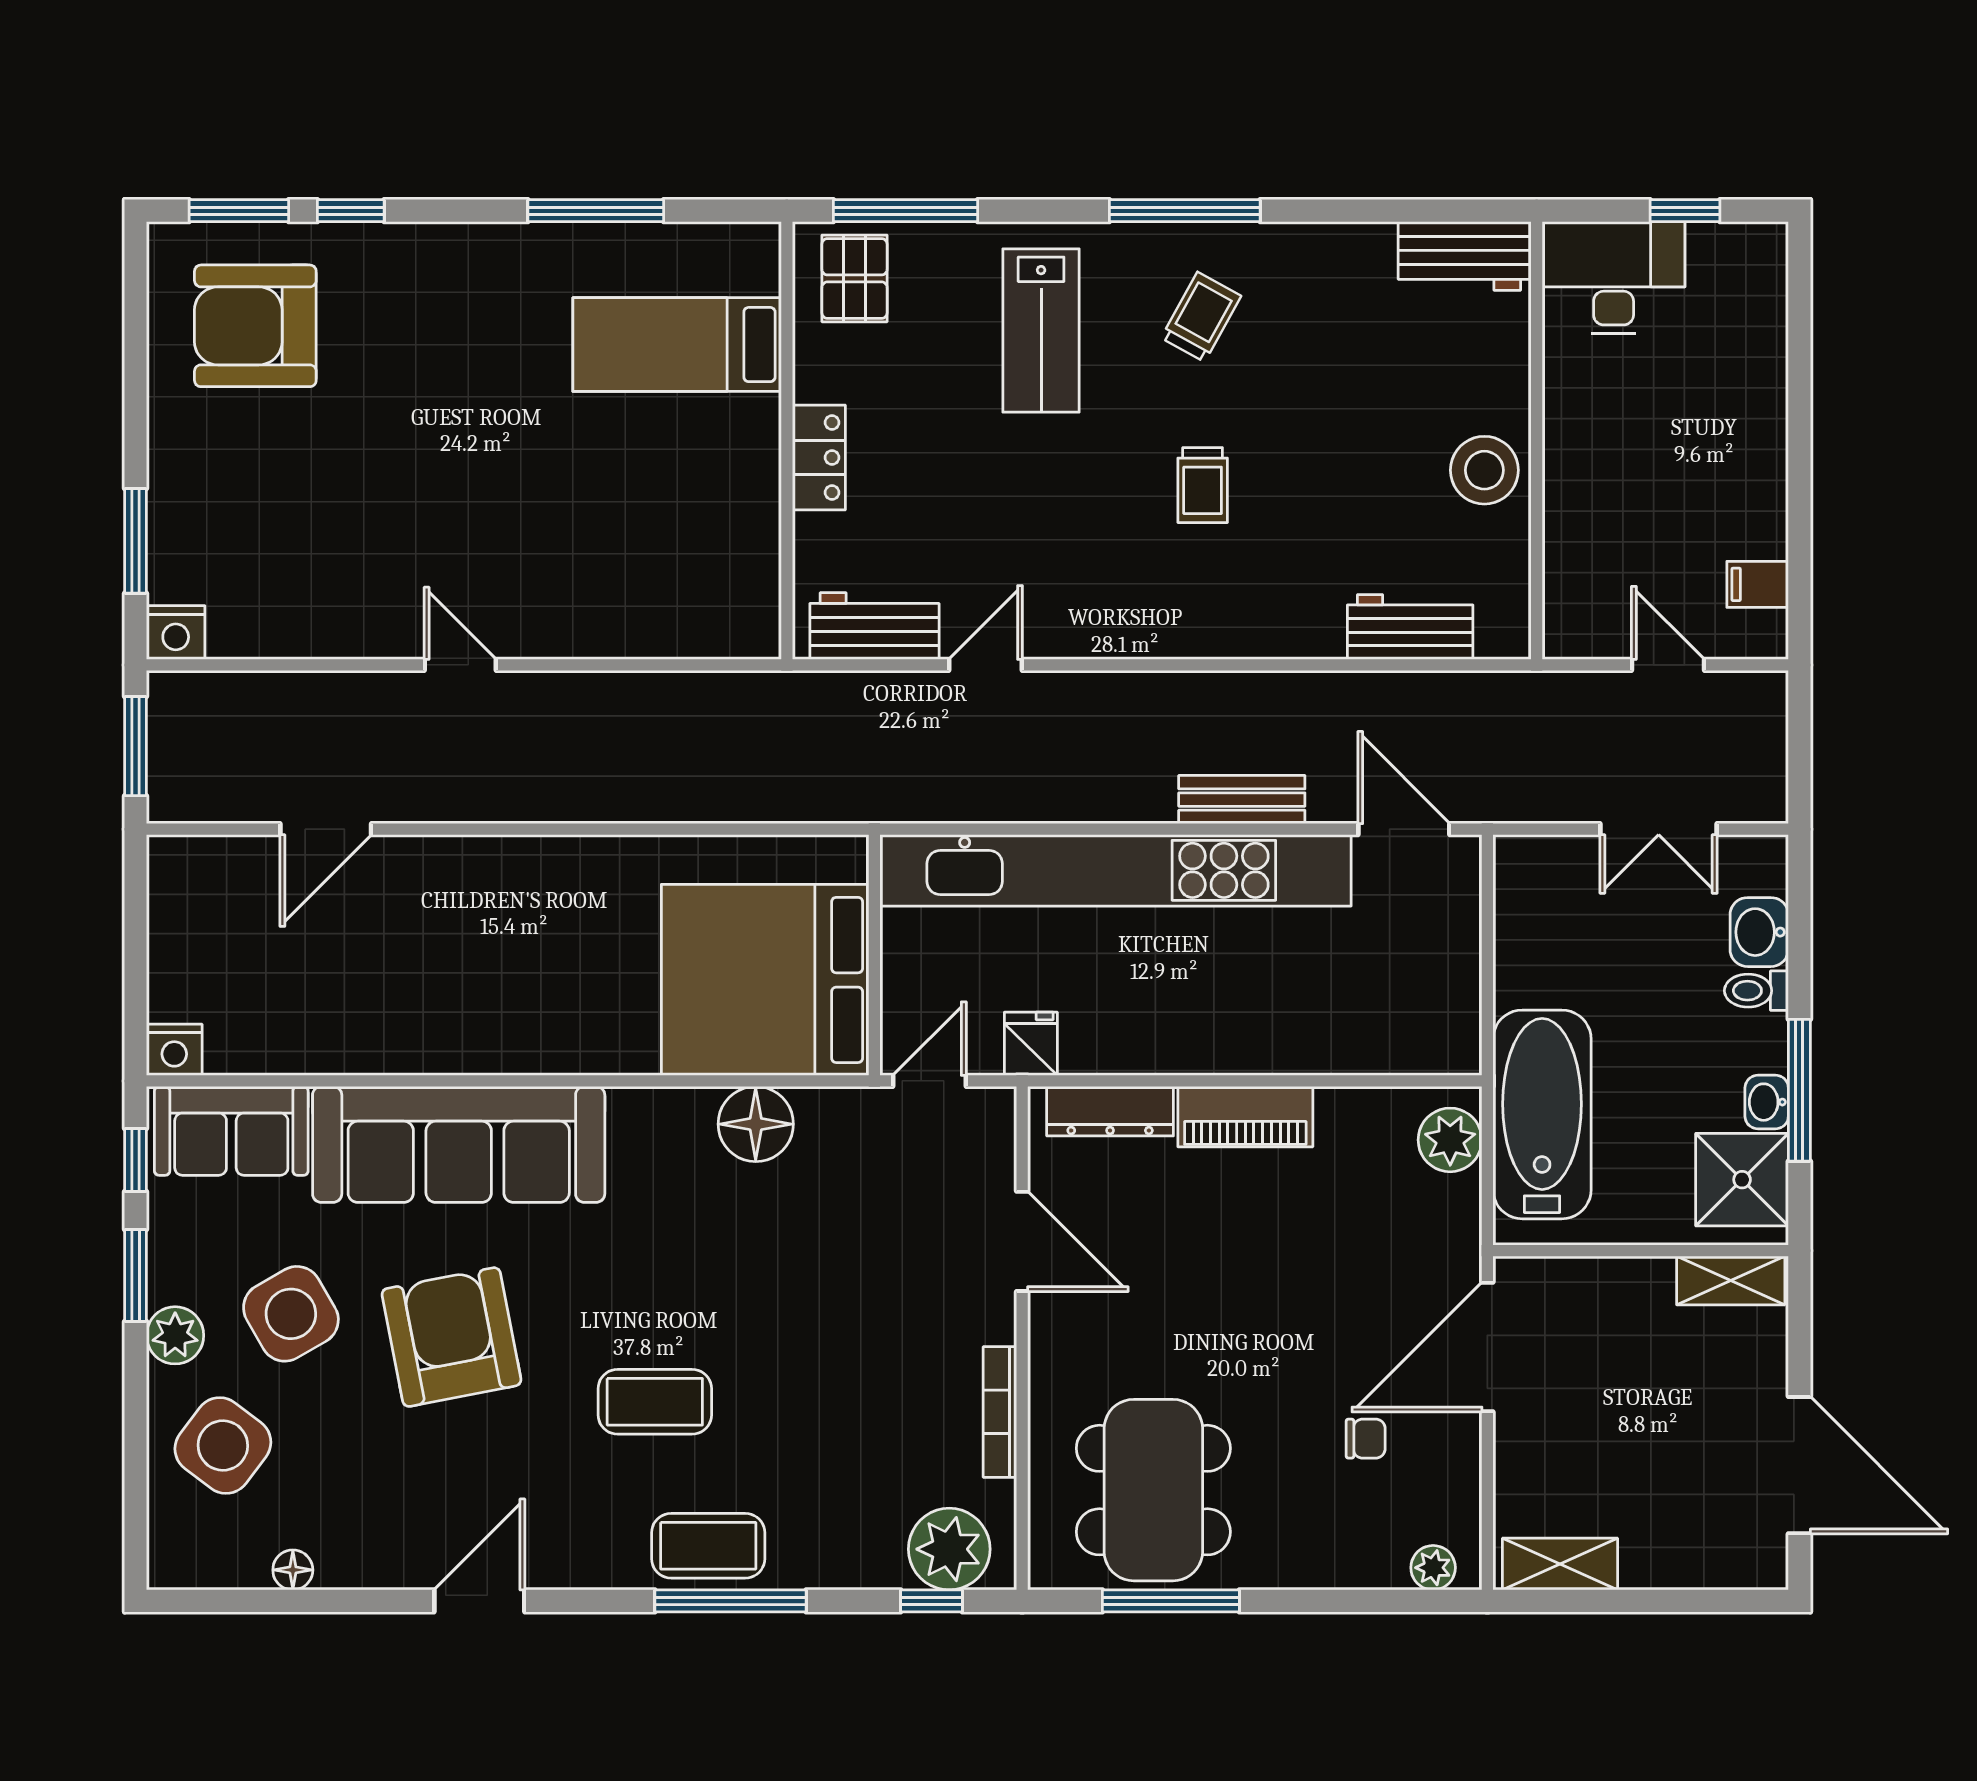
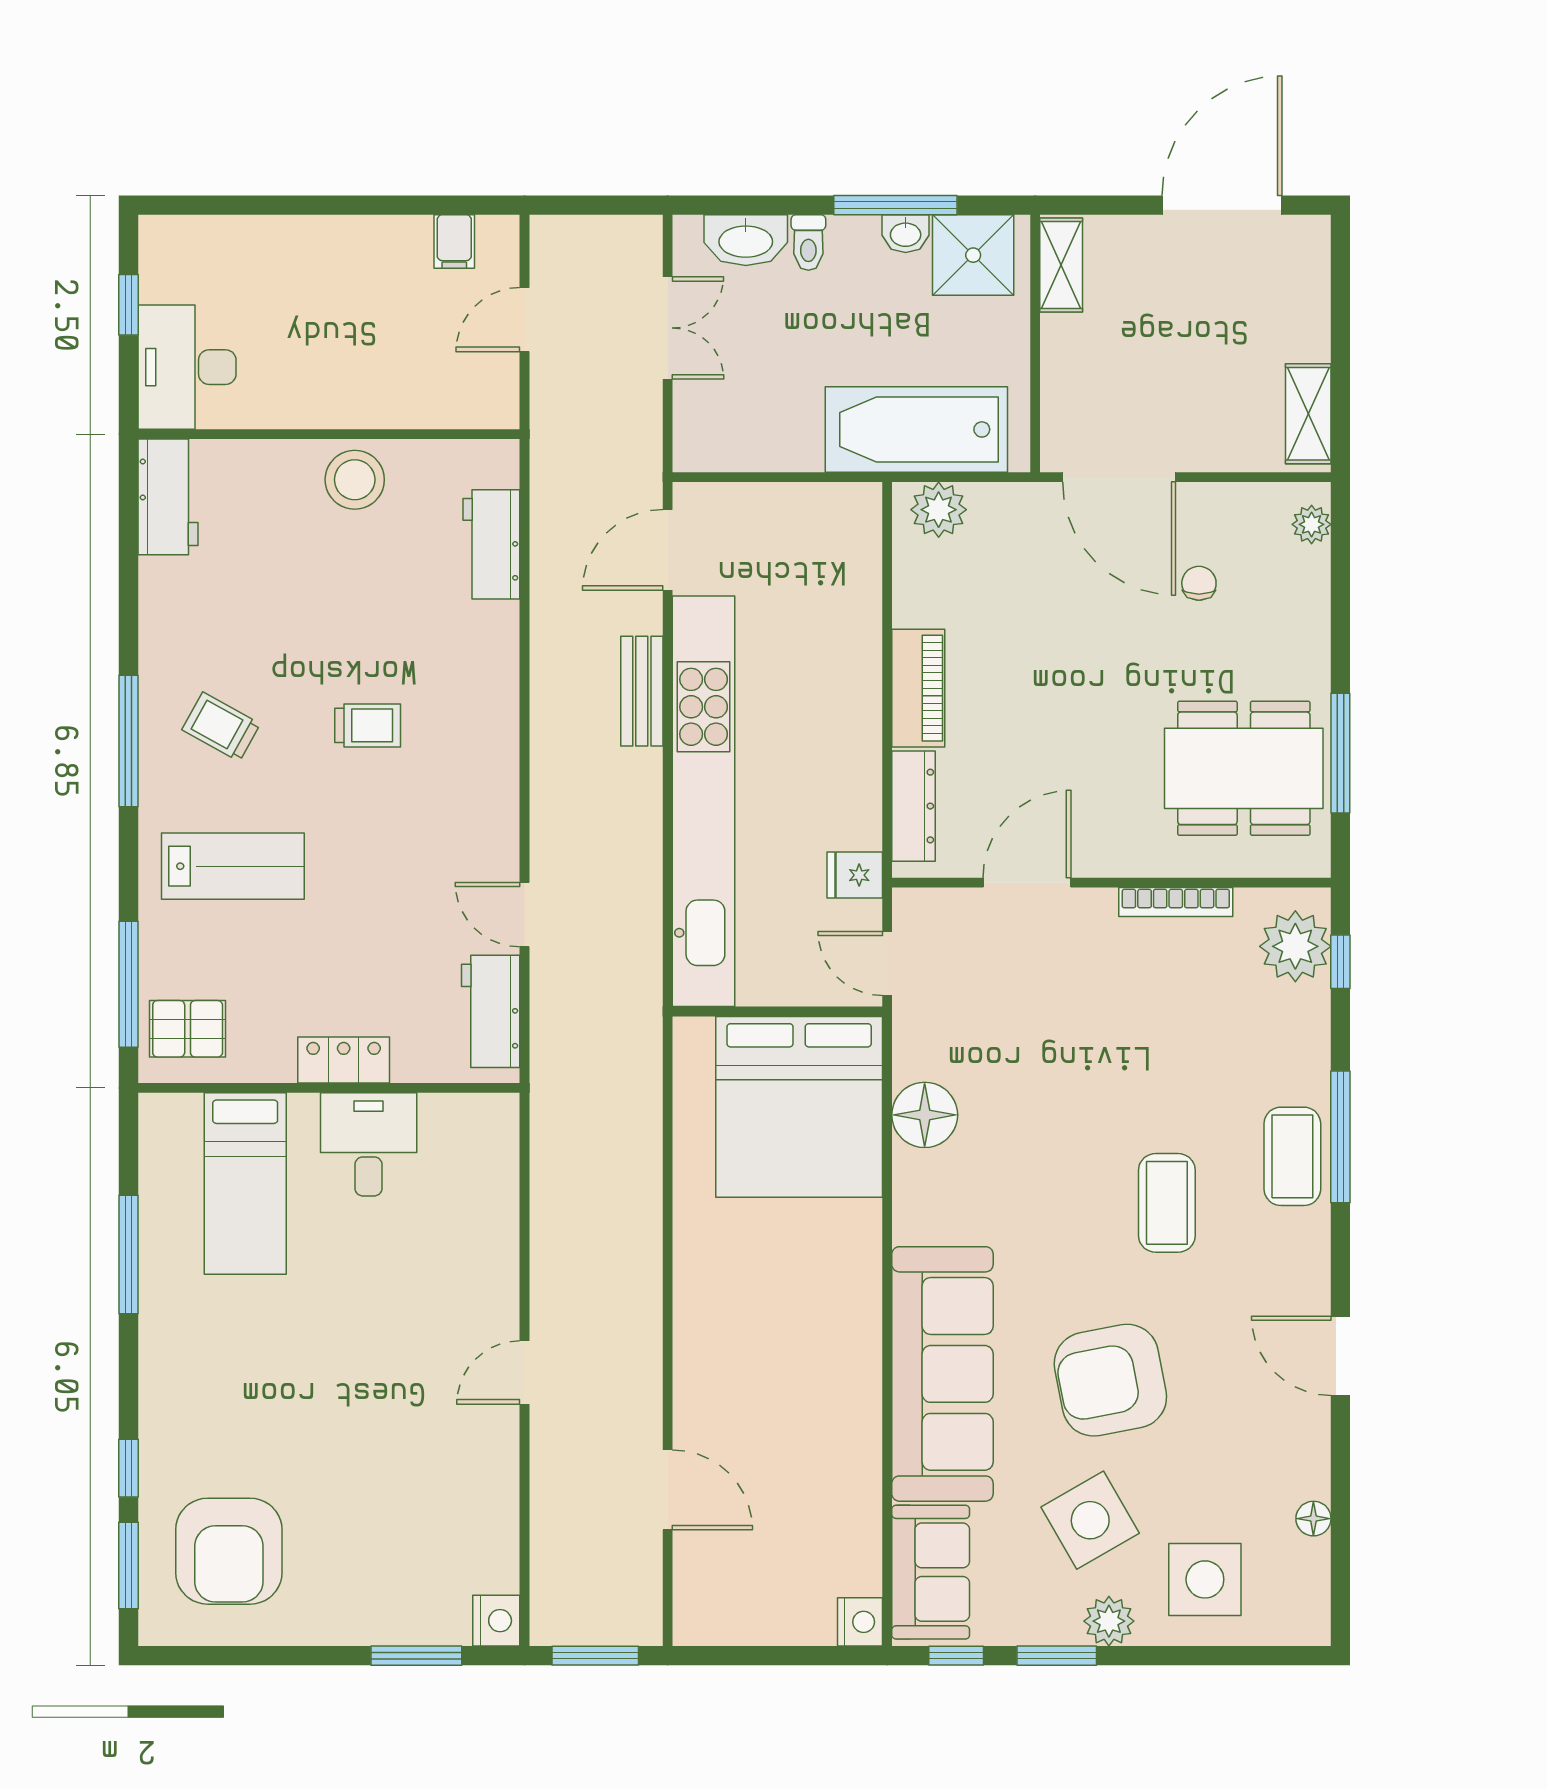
desk: (722, 486) -> (369, 1144), added
washbasin: (1759, 932) -> (746, 240), width x1.38
side table: (223, 1445) -> (1205, 1579), turned -37

